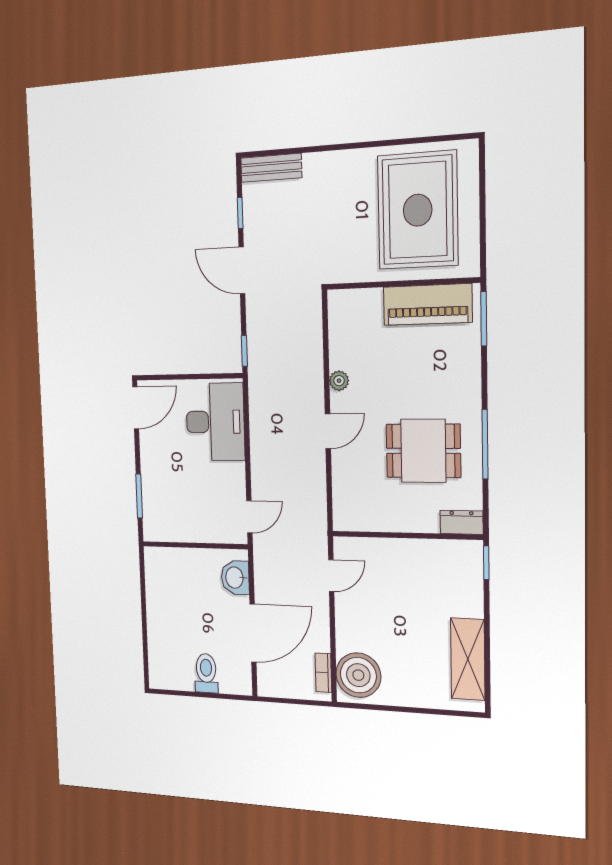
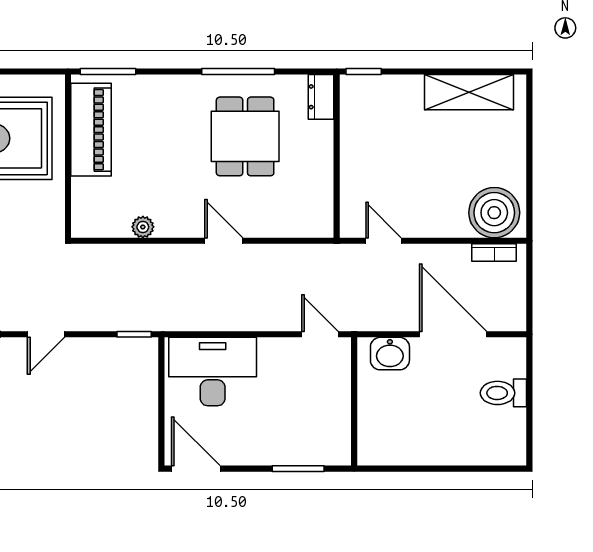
door: (242, 271) -> (46, 334), width x0.73
plant: (339, 381) -> (143, 227), moved

